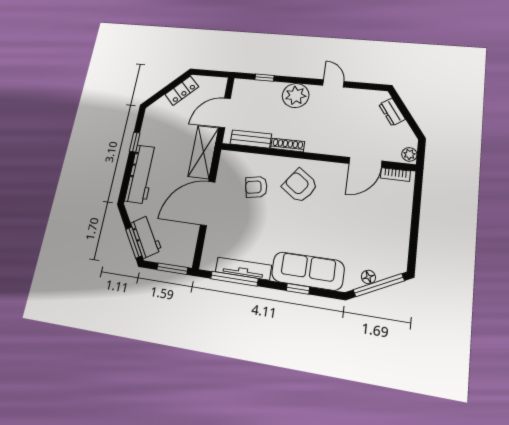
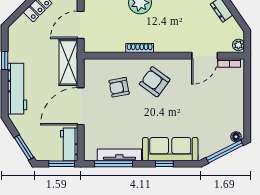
bench: (251, 139) -> (108, 46), removed
workbench: (146, 237) -> (69, 144), moved, turned -148
floor lamp: (368, 277) -> (236, 137), moved

